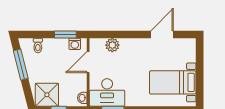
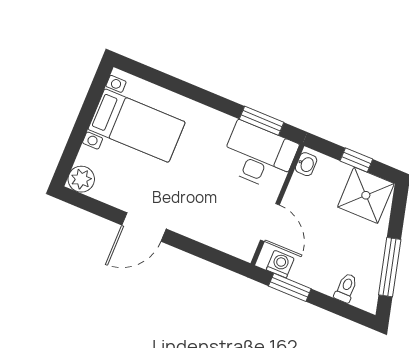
door: (162, 34) -> (144, 227), moved
plant: (112, 45) -> (81, 179), moved
door: (88, 62) -> (270, 223), hinge flipped

